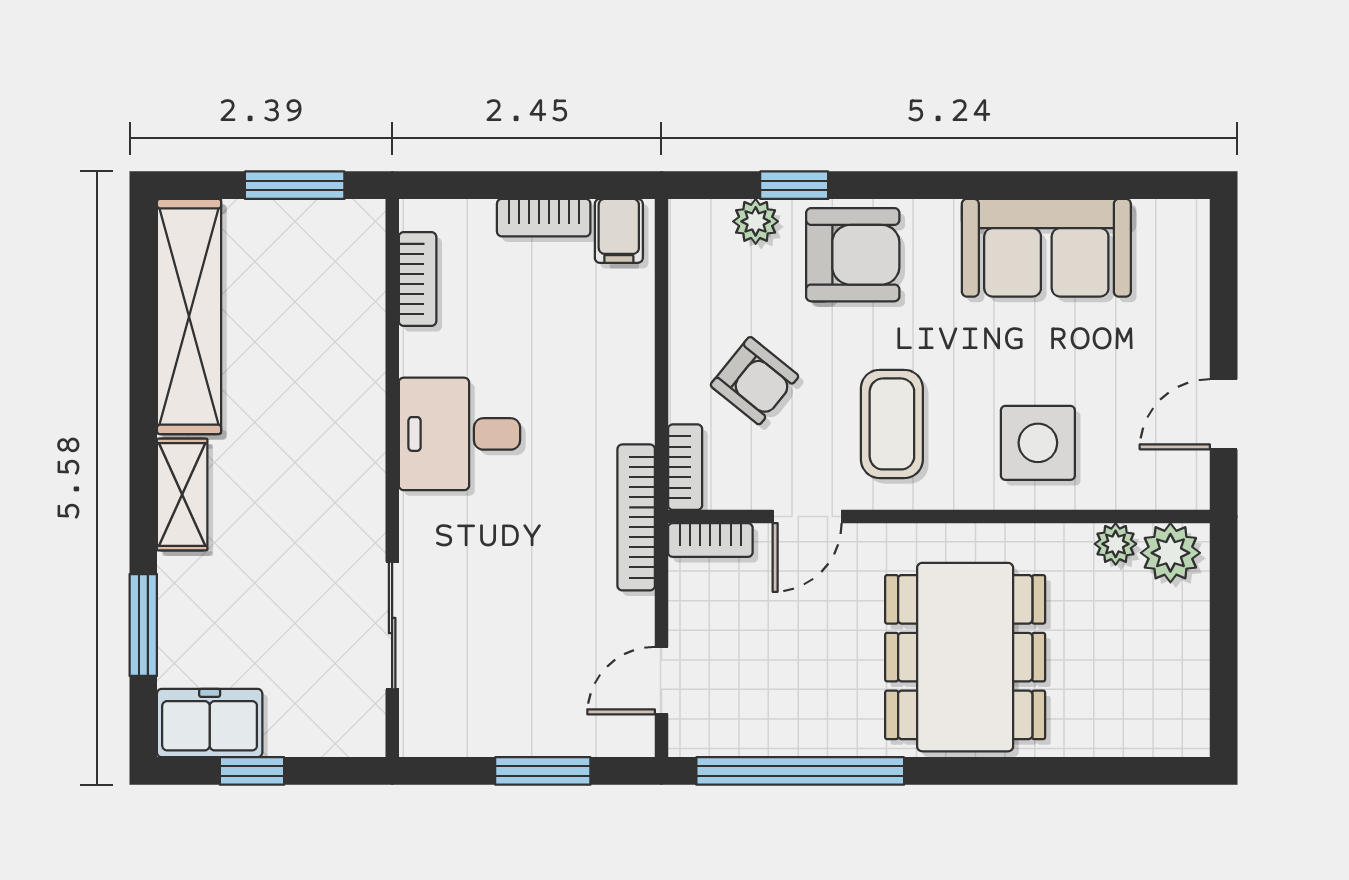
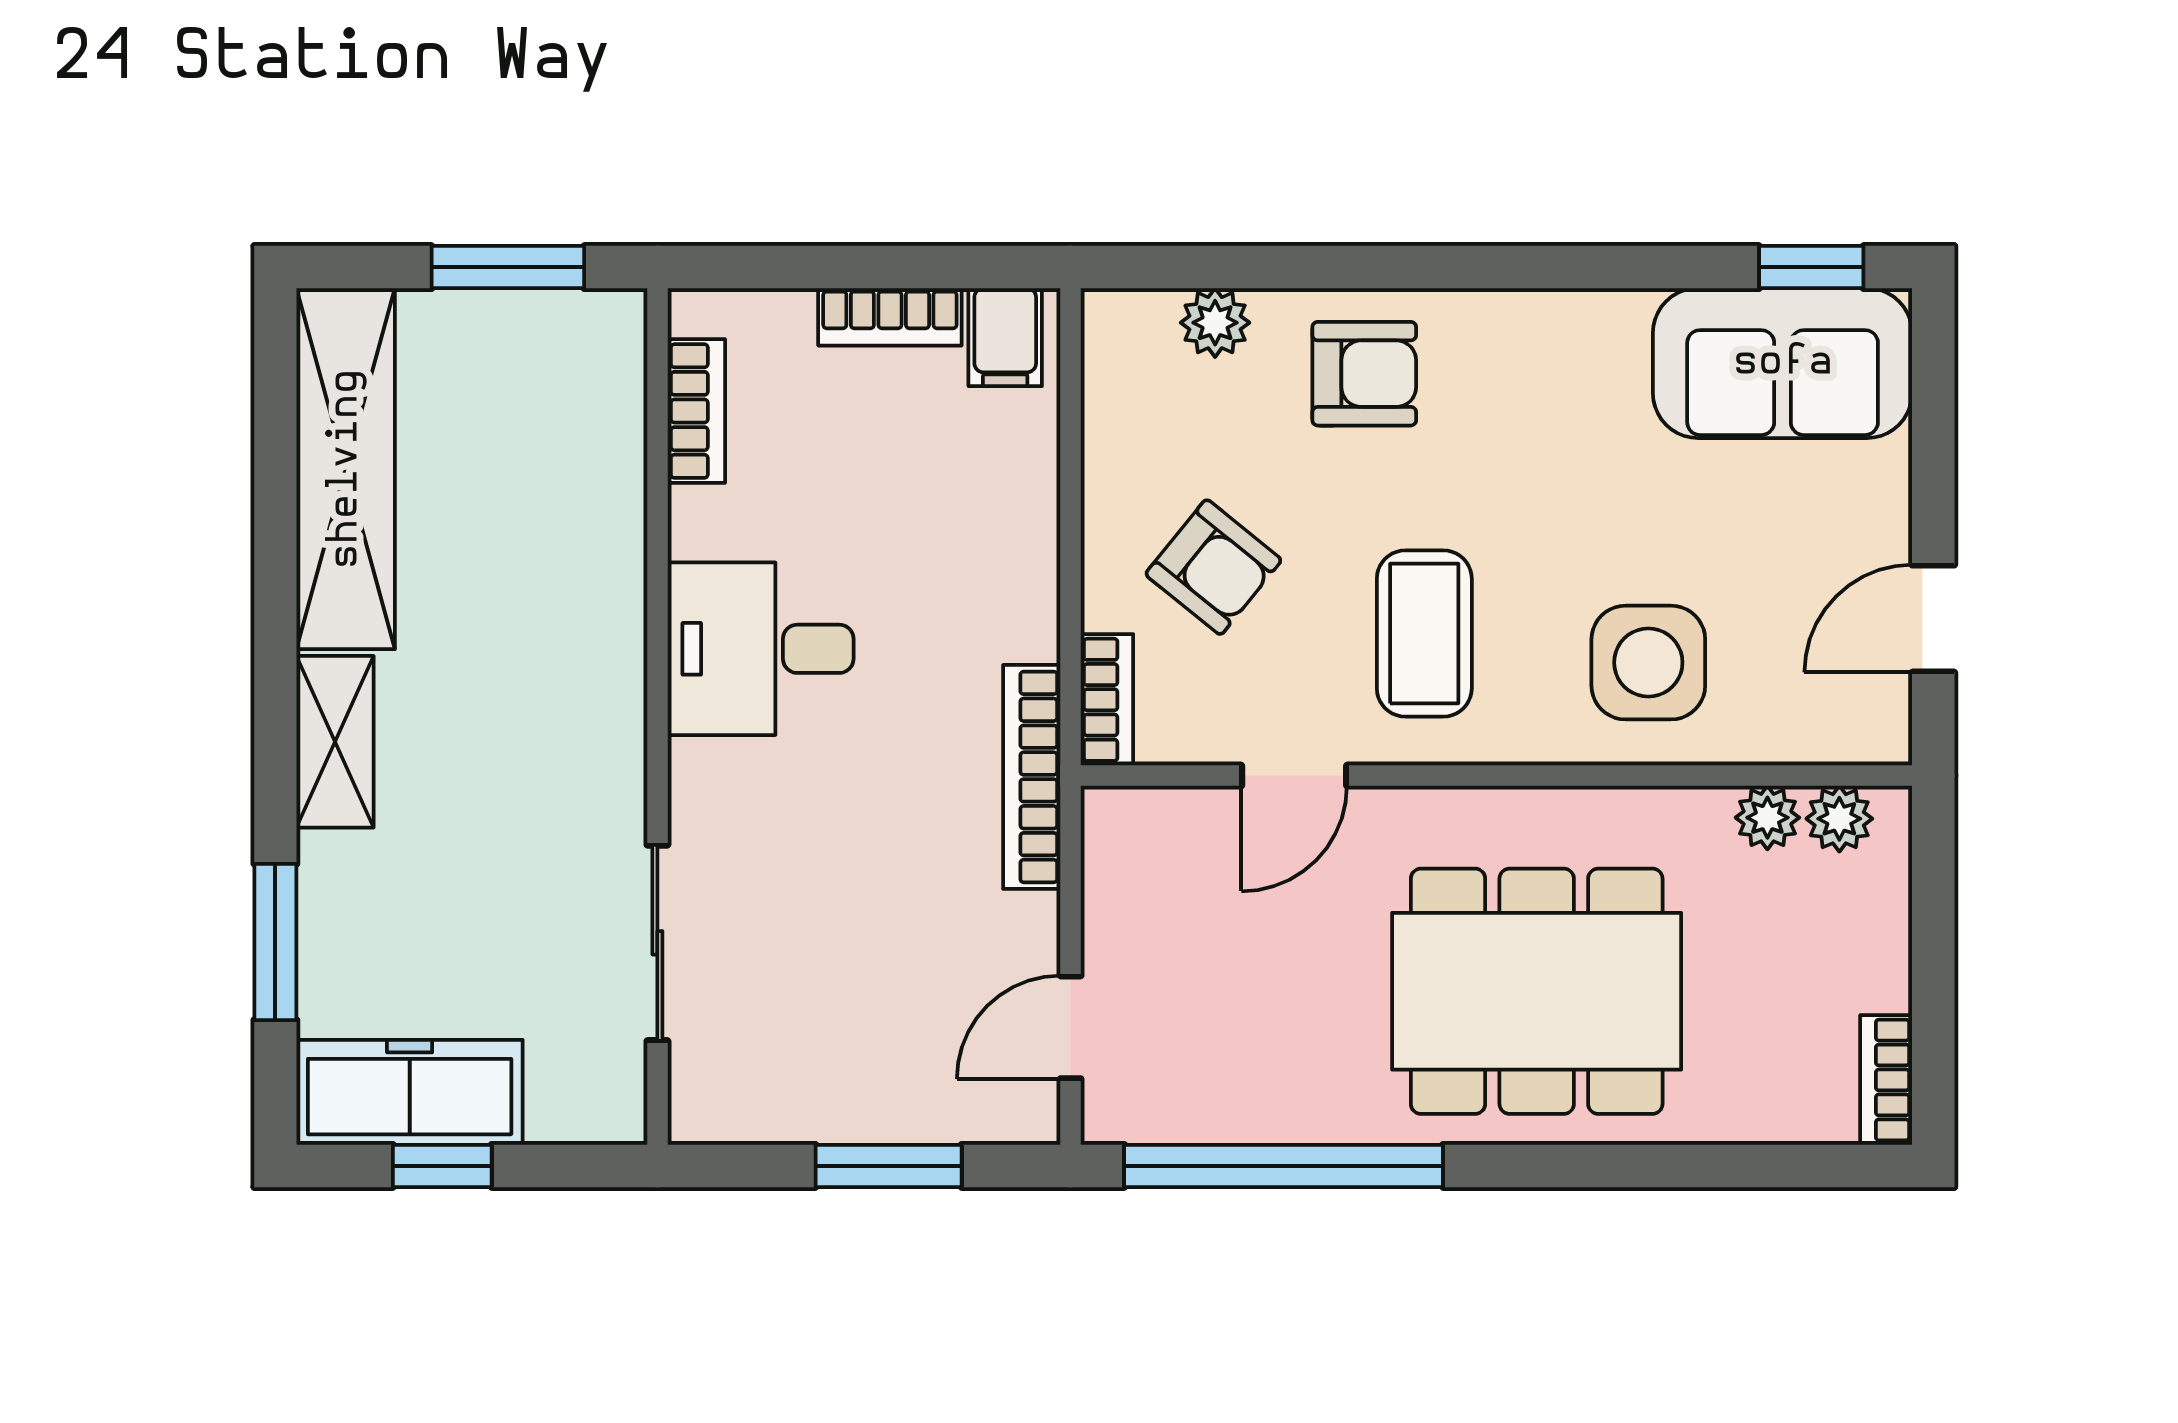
window: (794, 185) -> (1811, 267), moved
sofa: (1046, 248) -> (1783, 363), moved
armchair: (853, 255) -> (1364, 374), width x0.72, depth x0.72
bookcase: (710, 540) -> (1886, 1080), moved, turned 90
plant: (1170, 553) -> (1839, 819), width x0.73, depth x0.73
dining table: (965, 657) -> (1537, 991), turned 90
freezer: (210, 723) -> (410, 1092), width x1.40

